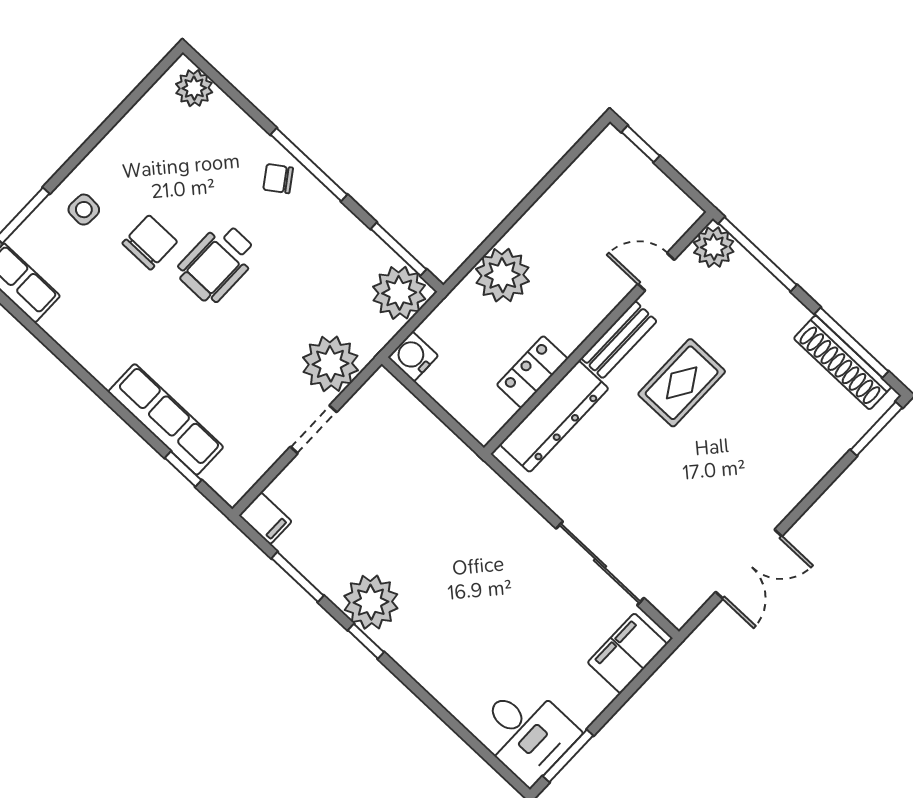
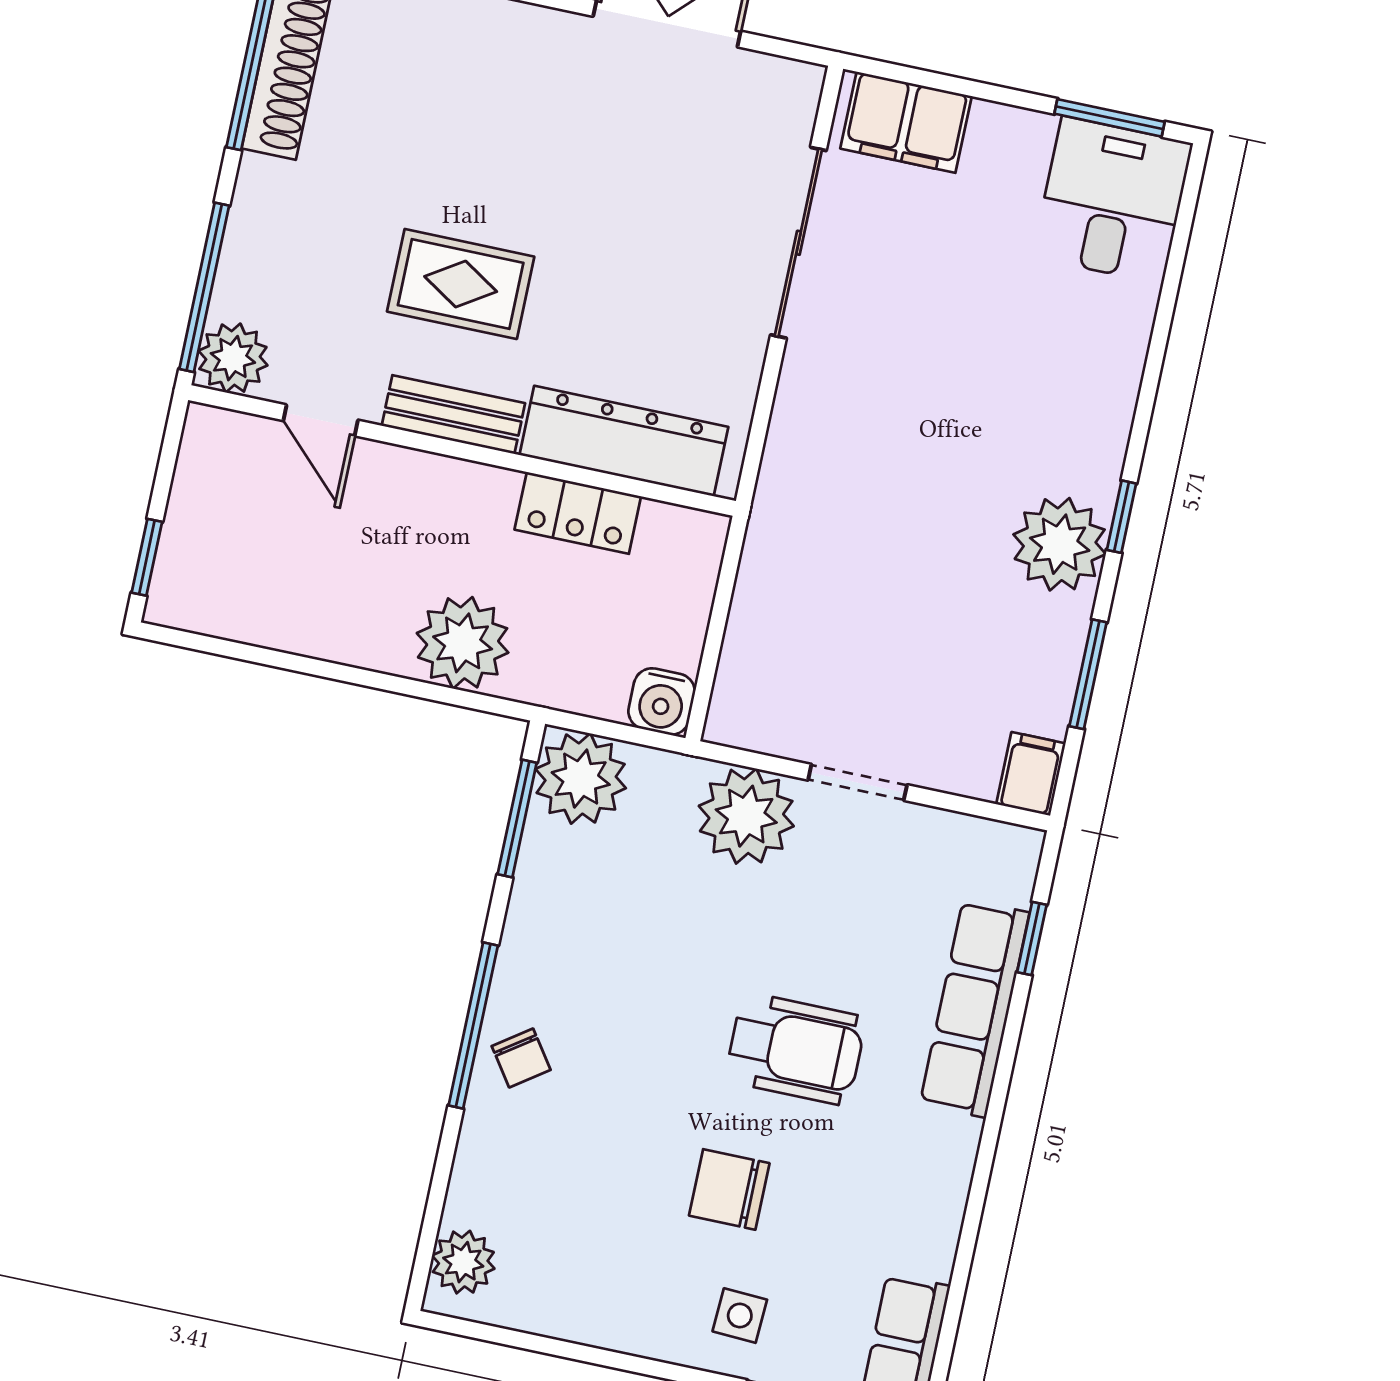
wheelchair: (217, 263) -> (796, 1049), moved

